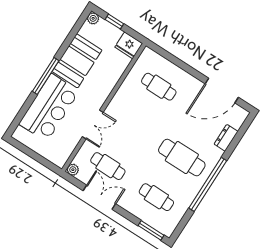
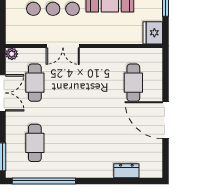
door: (222, 90) -> (166, 120), moved
cafe table: (182, 158) -> (84, 143), removed
window: (208, 184) -> (44, 181), moved

